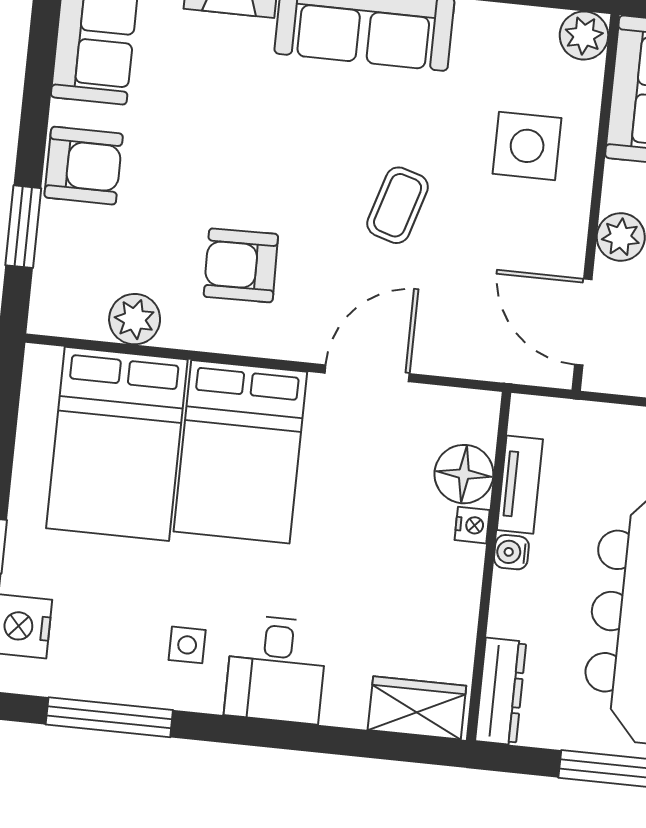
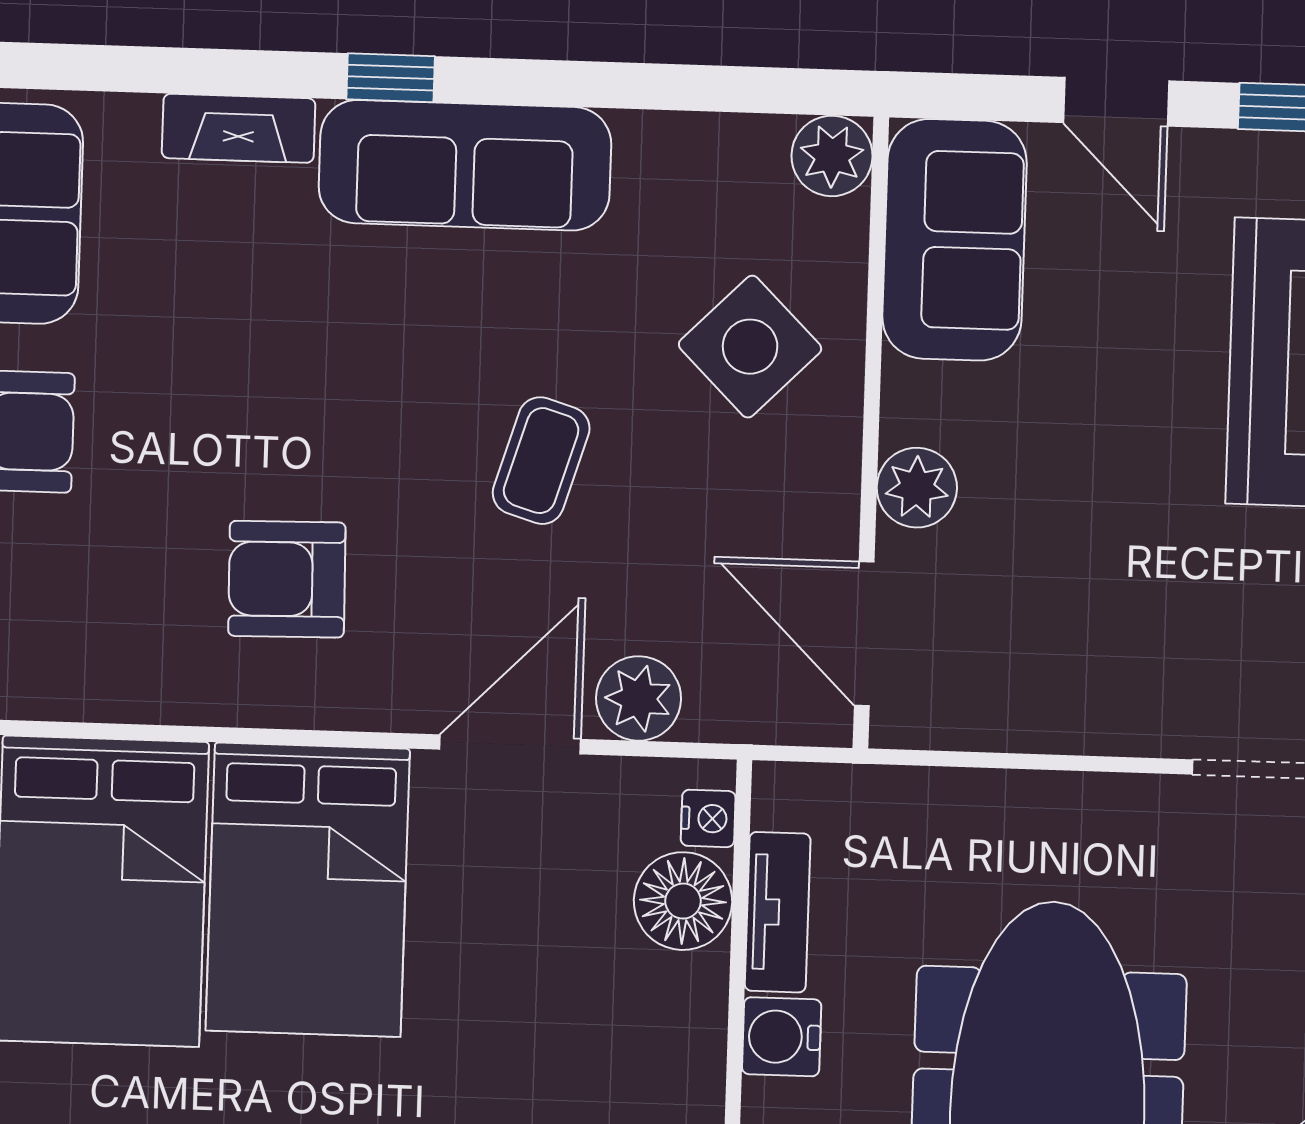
side table: (527, 146) -> (750, 347), turned 45
plant: (135, 319) -> (639, 698), moved
nightstand: (472, 525) -> (708, 818), moved
water cooler: (511, 552) -> (782, 1037), width x1.38, depth x1.38

